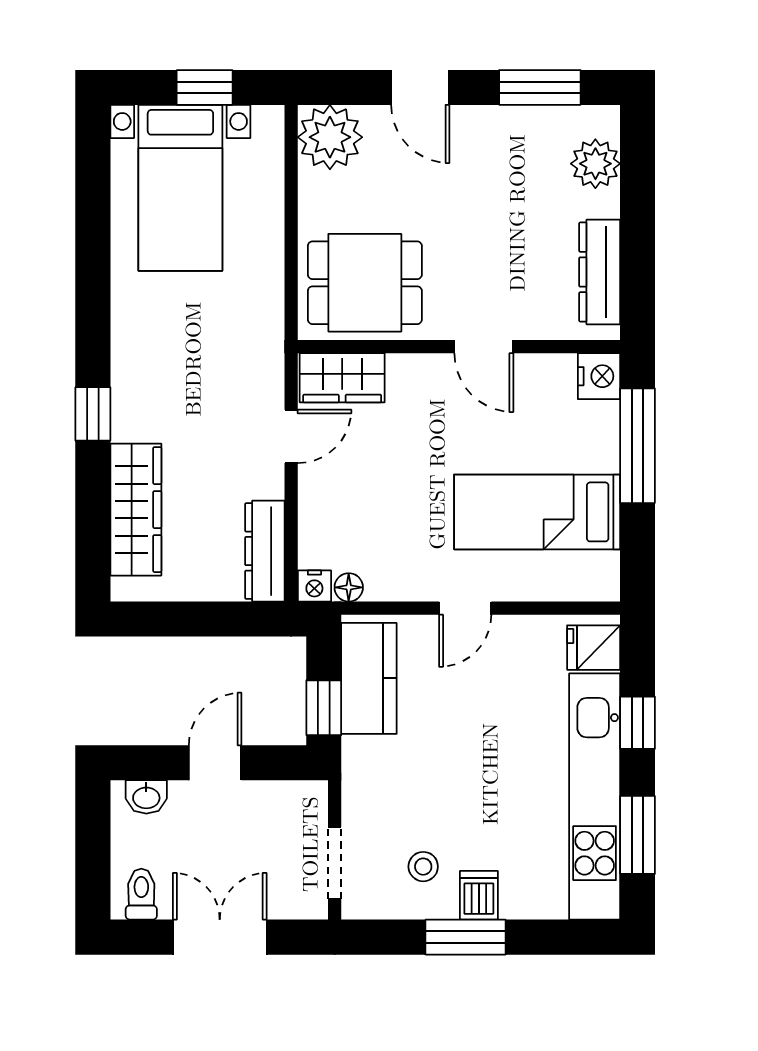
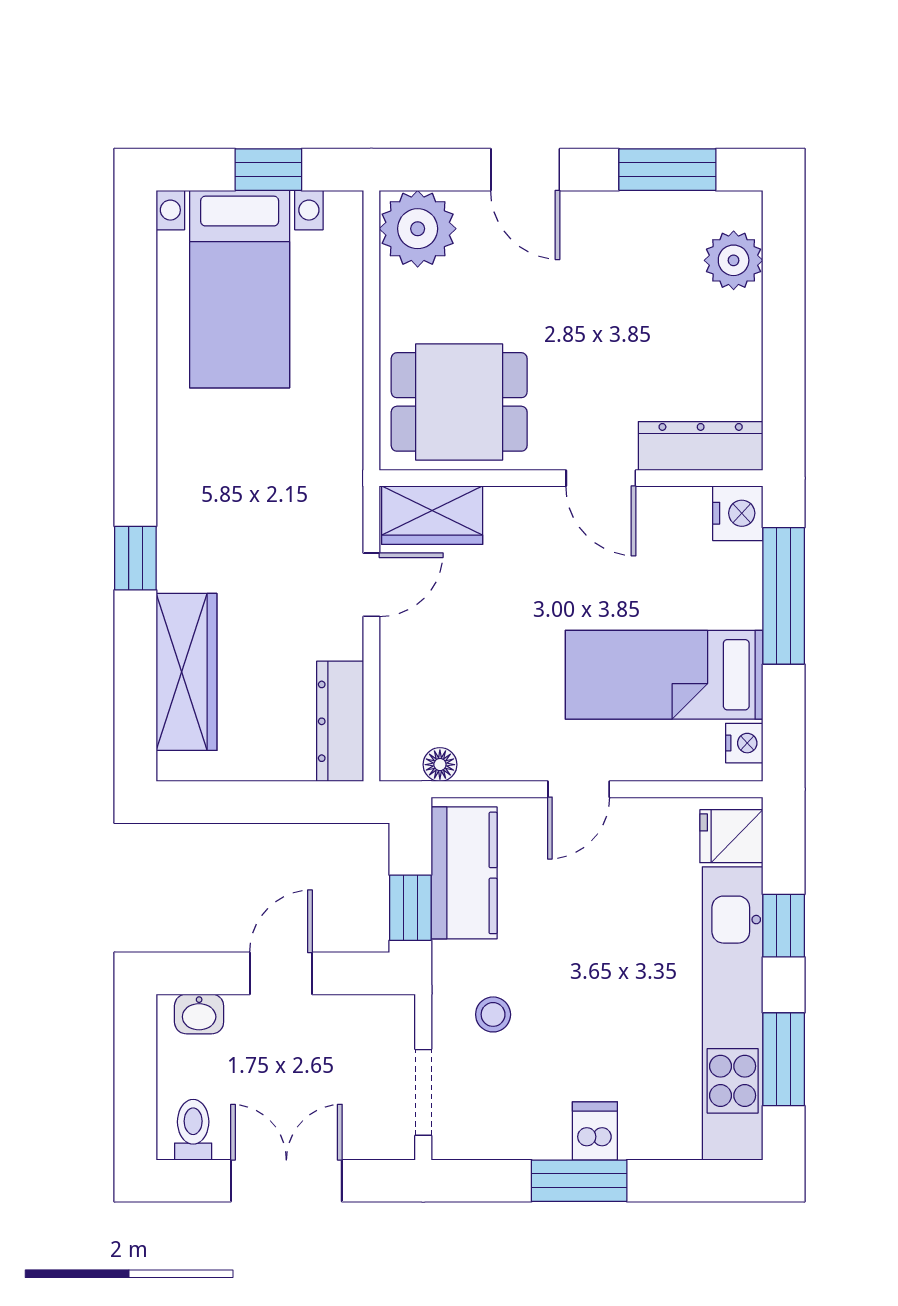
dresser: (600, 272) -> (701, 446), moved, turned 90
nightstand: (314, 586) -> (744, 743), moved, turned -90
stool: (423, 867) -> (493, 1014), moved

